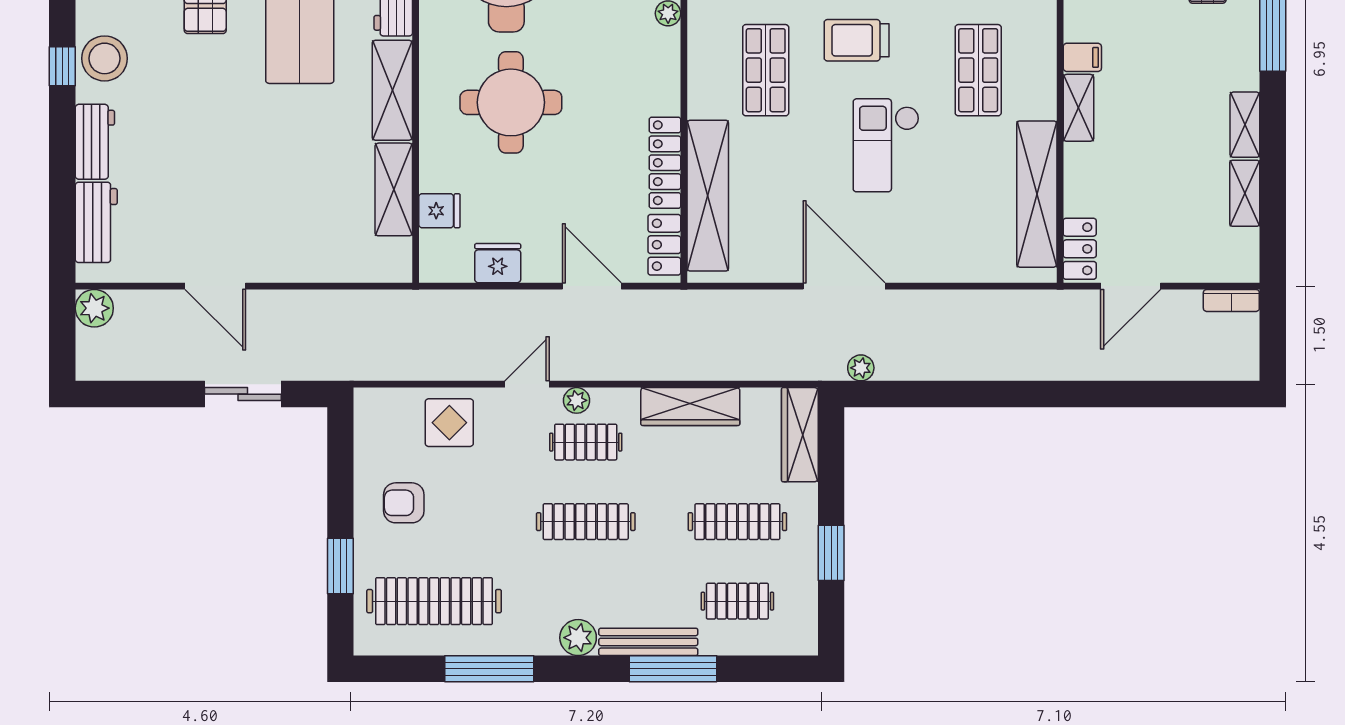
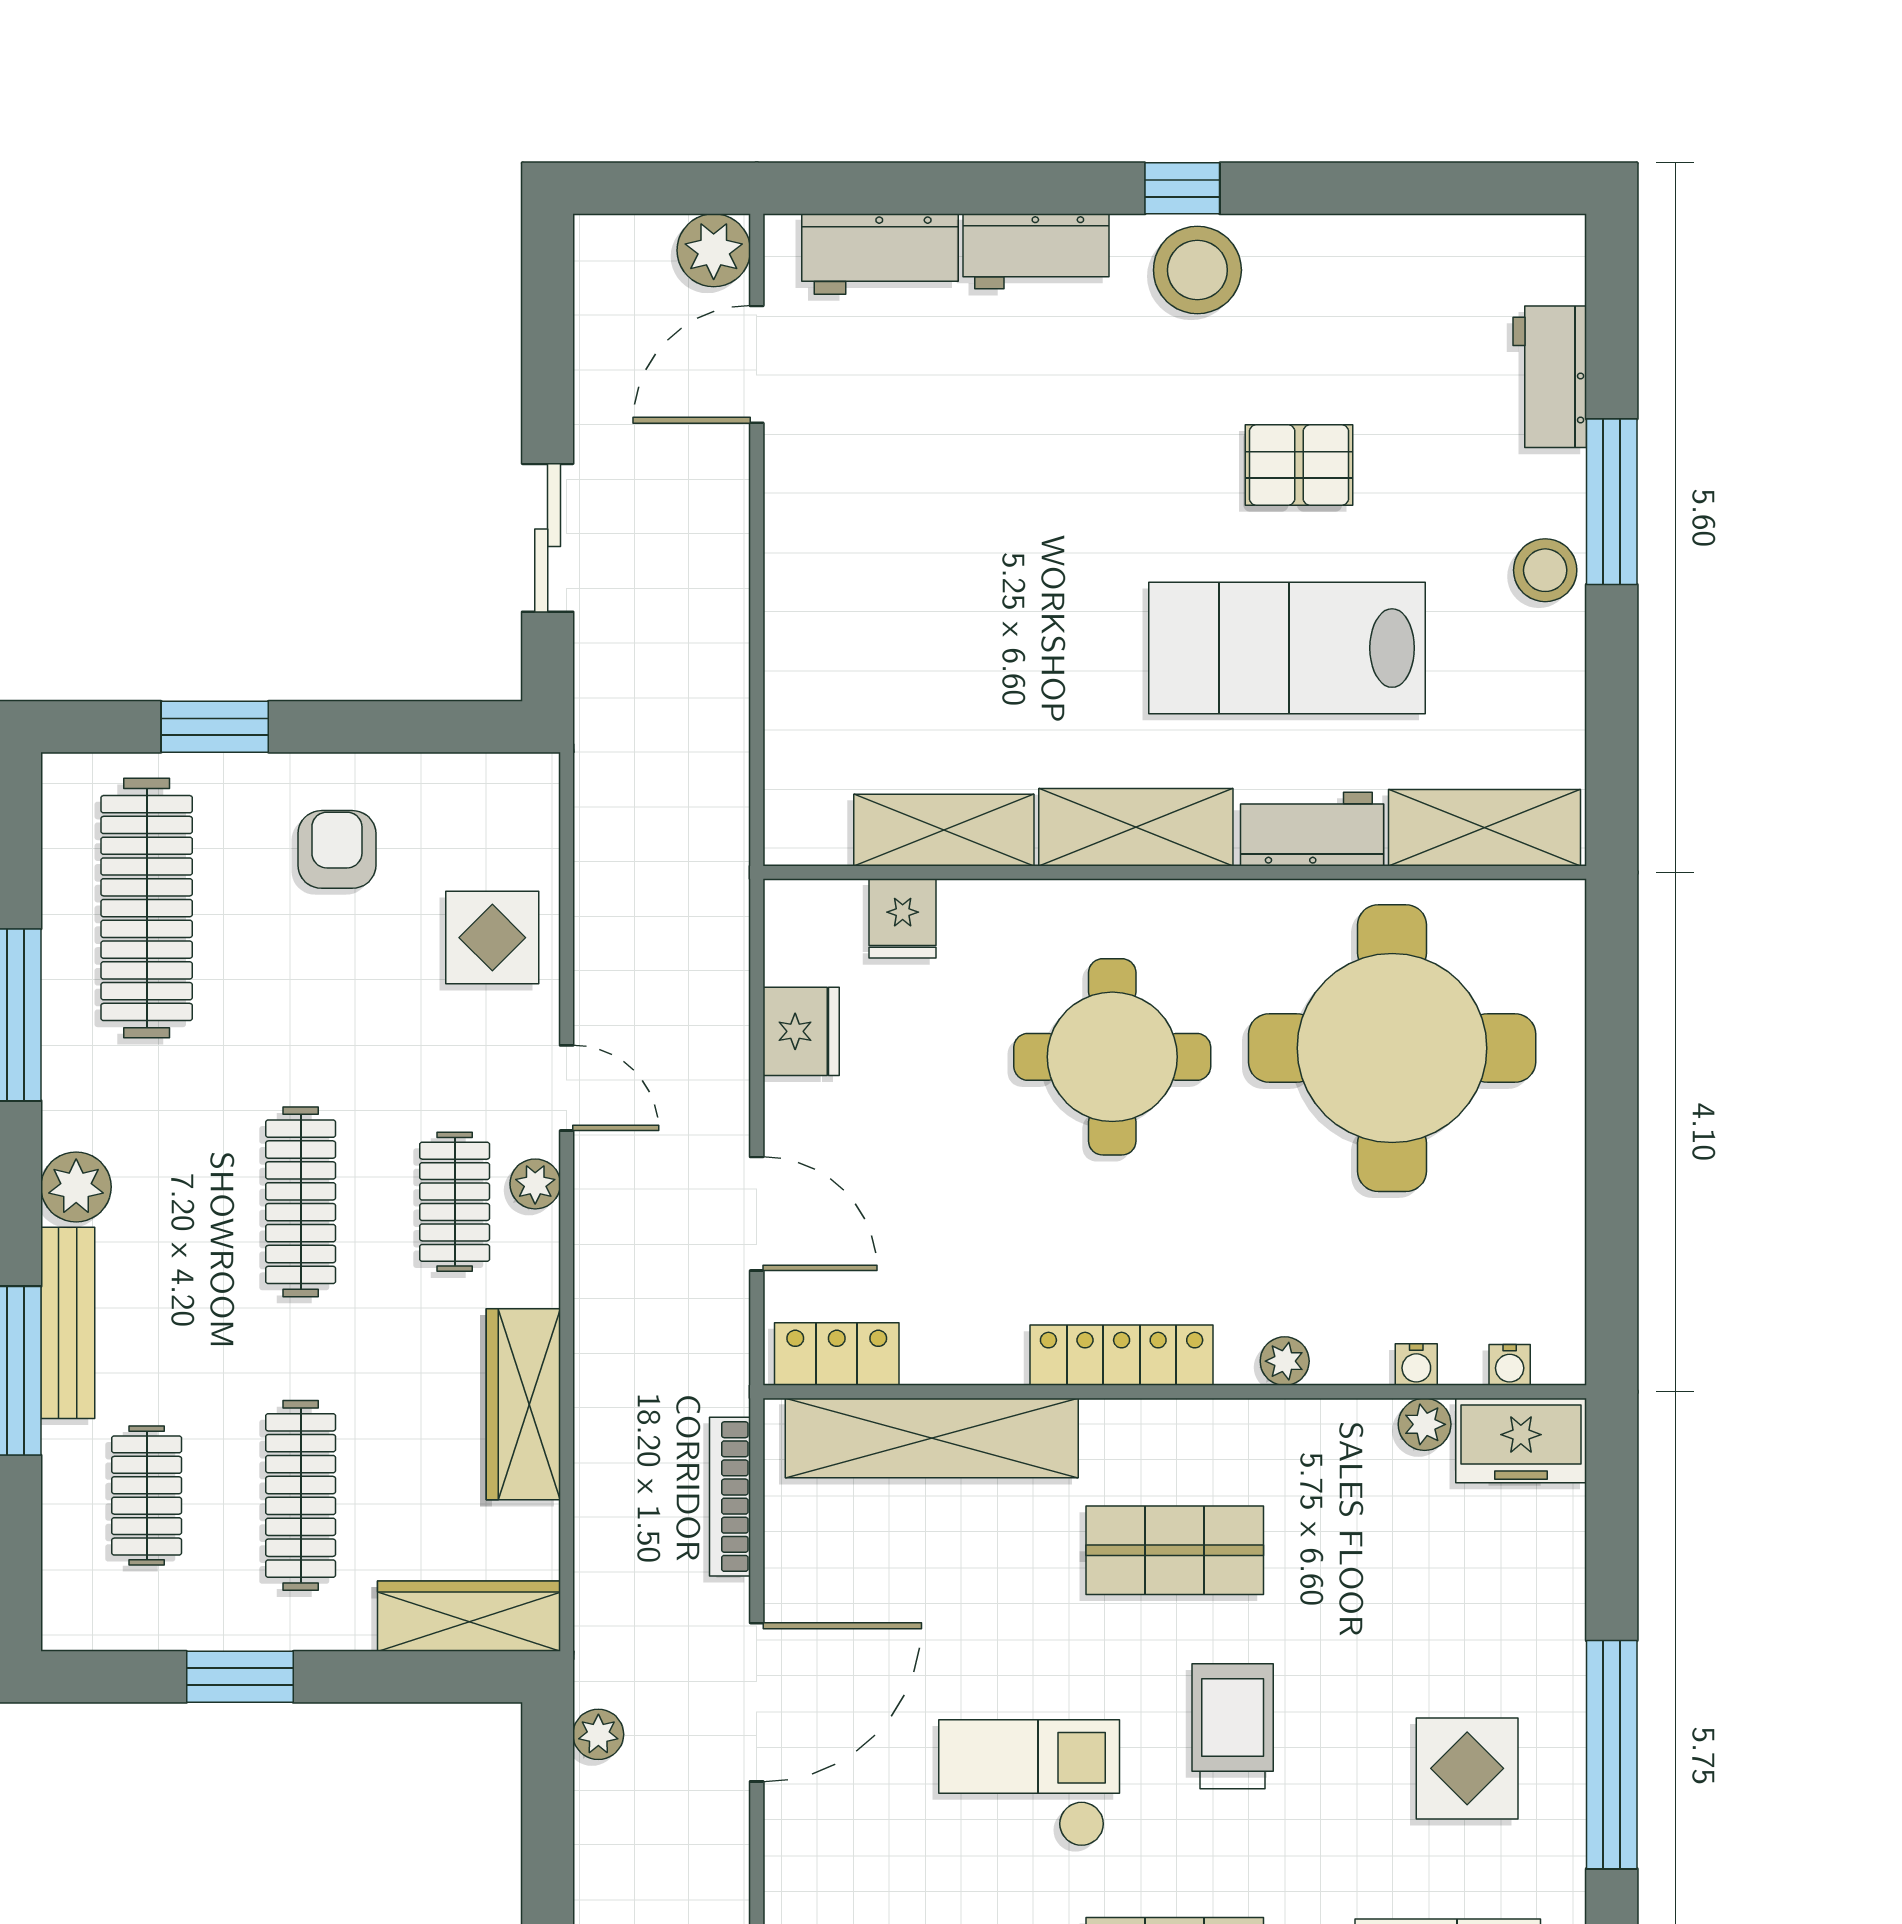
locker: (665, 163) -> (1122, 1355), moved
door: (215, 286) -> (757, 364), moved
door: (592, 286) -> (757, 1214), hinge flipped
bookcase: (738, 300) -> (730, 1497), added

